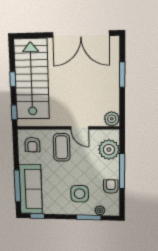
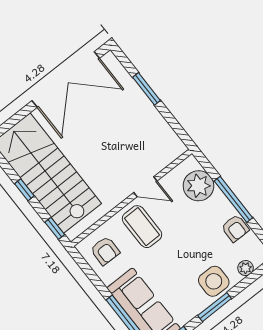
plant: (112, 119) -> (174, 147), removed
armchair: (111, 187) -> (235, 228), turned 180
side table: (80, 194) -> (214, 281), moved
window: (89, 217) -> (215, 307), moved

